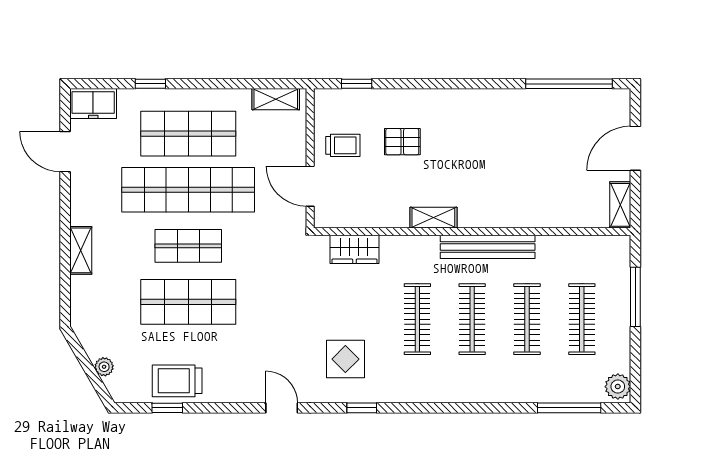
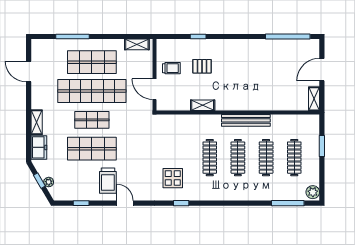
window: (150, 84) -> (72, 36), width x2.17
window: (357, 84) -> (198, 36), moved
freezer: (93, 104) -> (39, 147), moved, turned -90
shelving: (433, 218) -> (203, 105), moved
wardrobe: (354, 249) -> (177, 122), removed
window: (635, 297) -> (322, 146), width x0.69
window: (86, 364) -> (39, 181), added
trolley: (177, 381) -> (108, 181), moved, turned -90
door: (282, 408) -> (125, 203), moved

